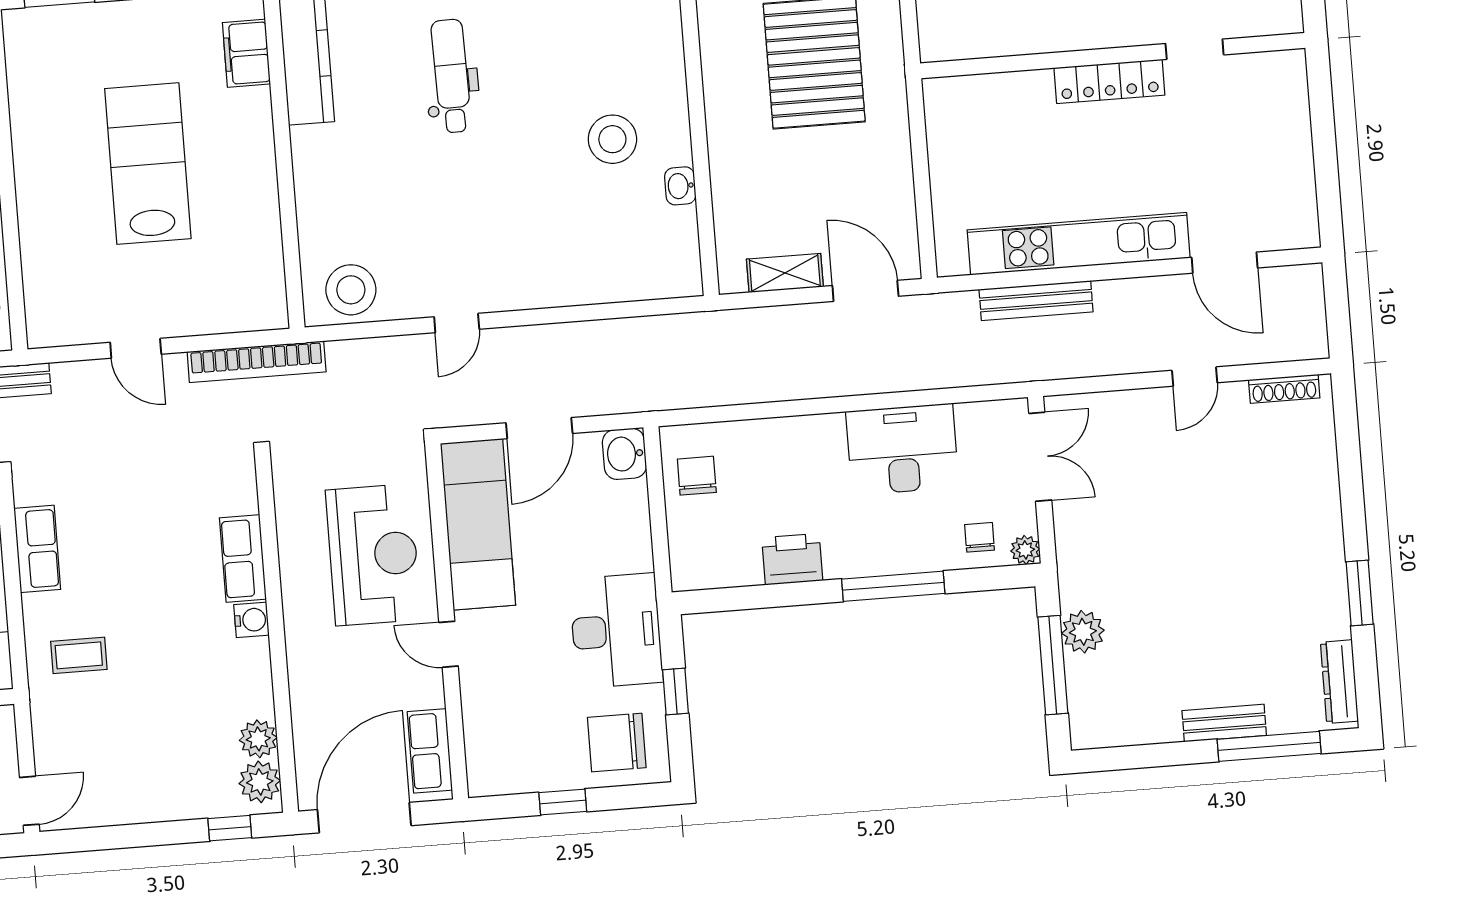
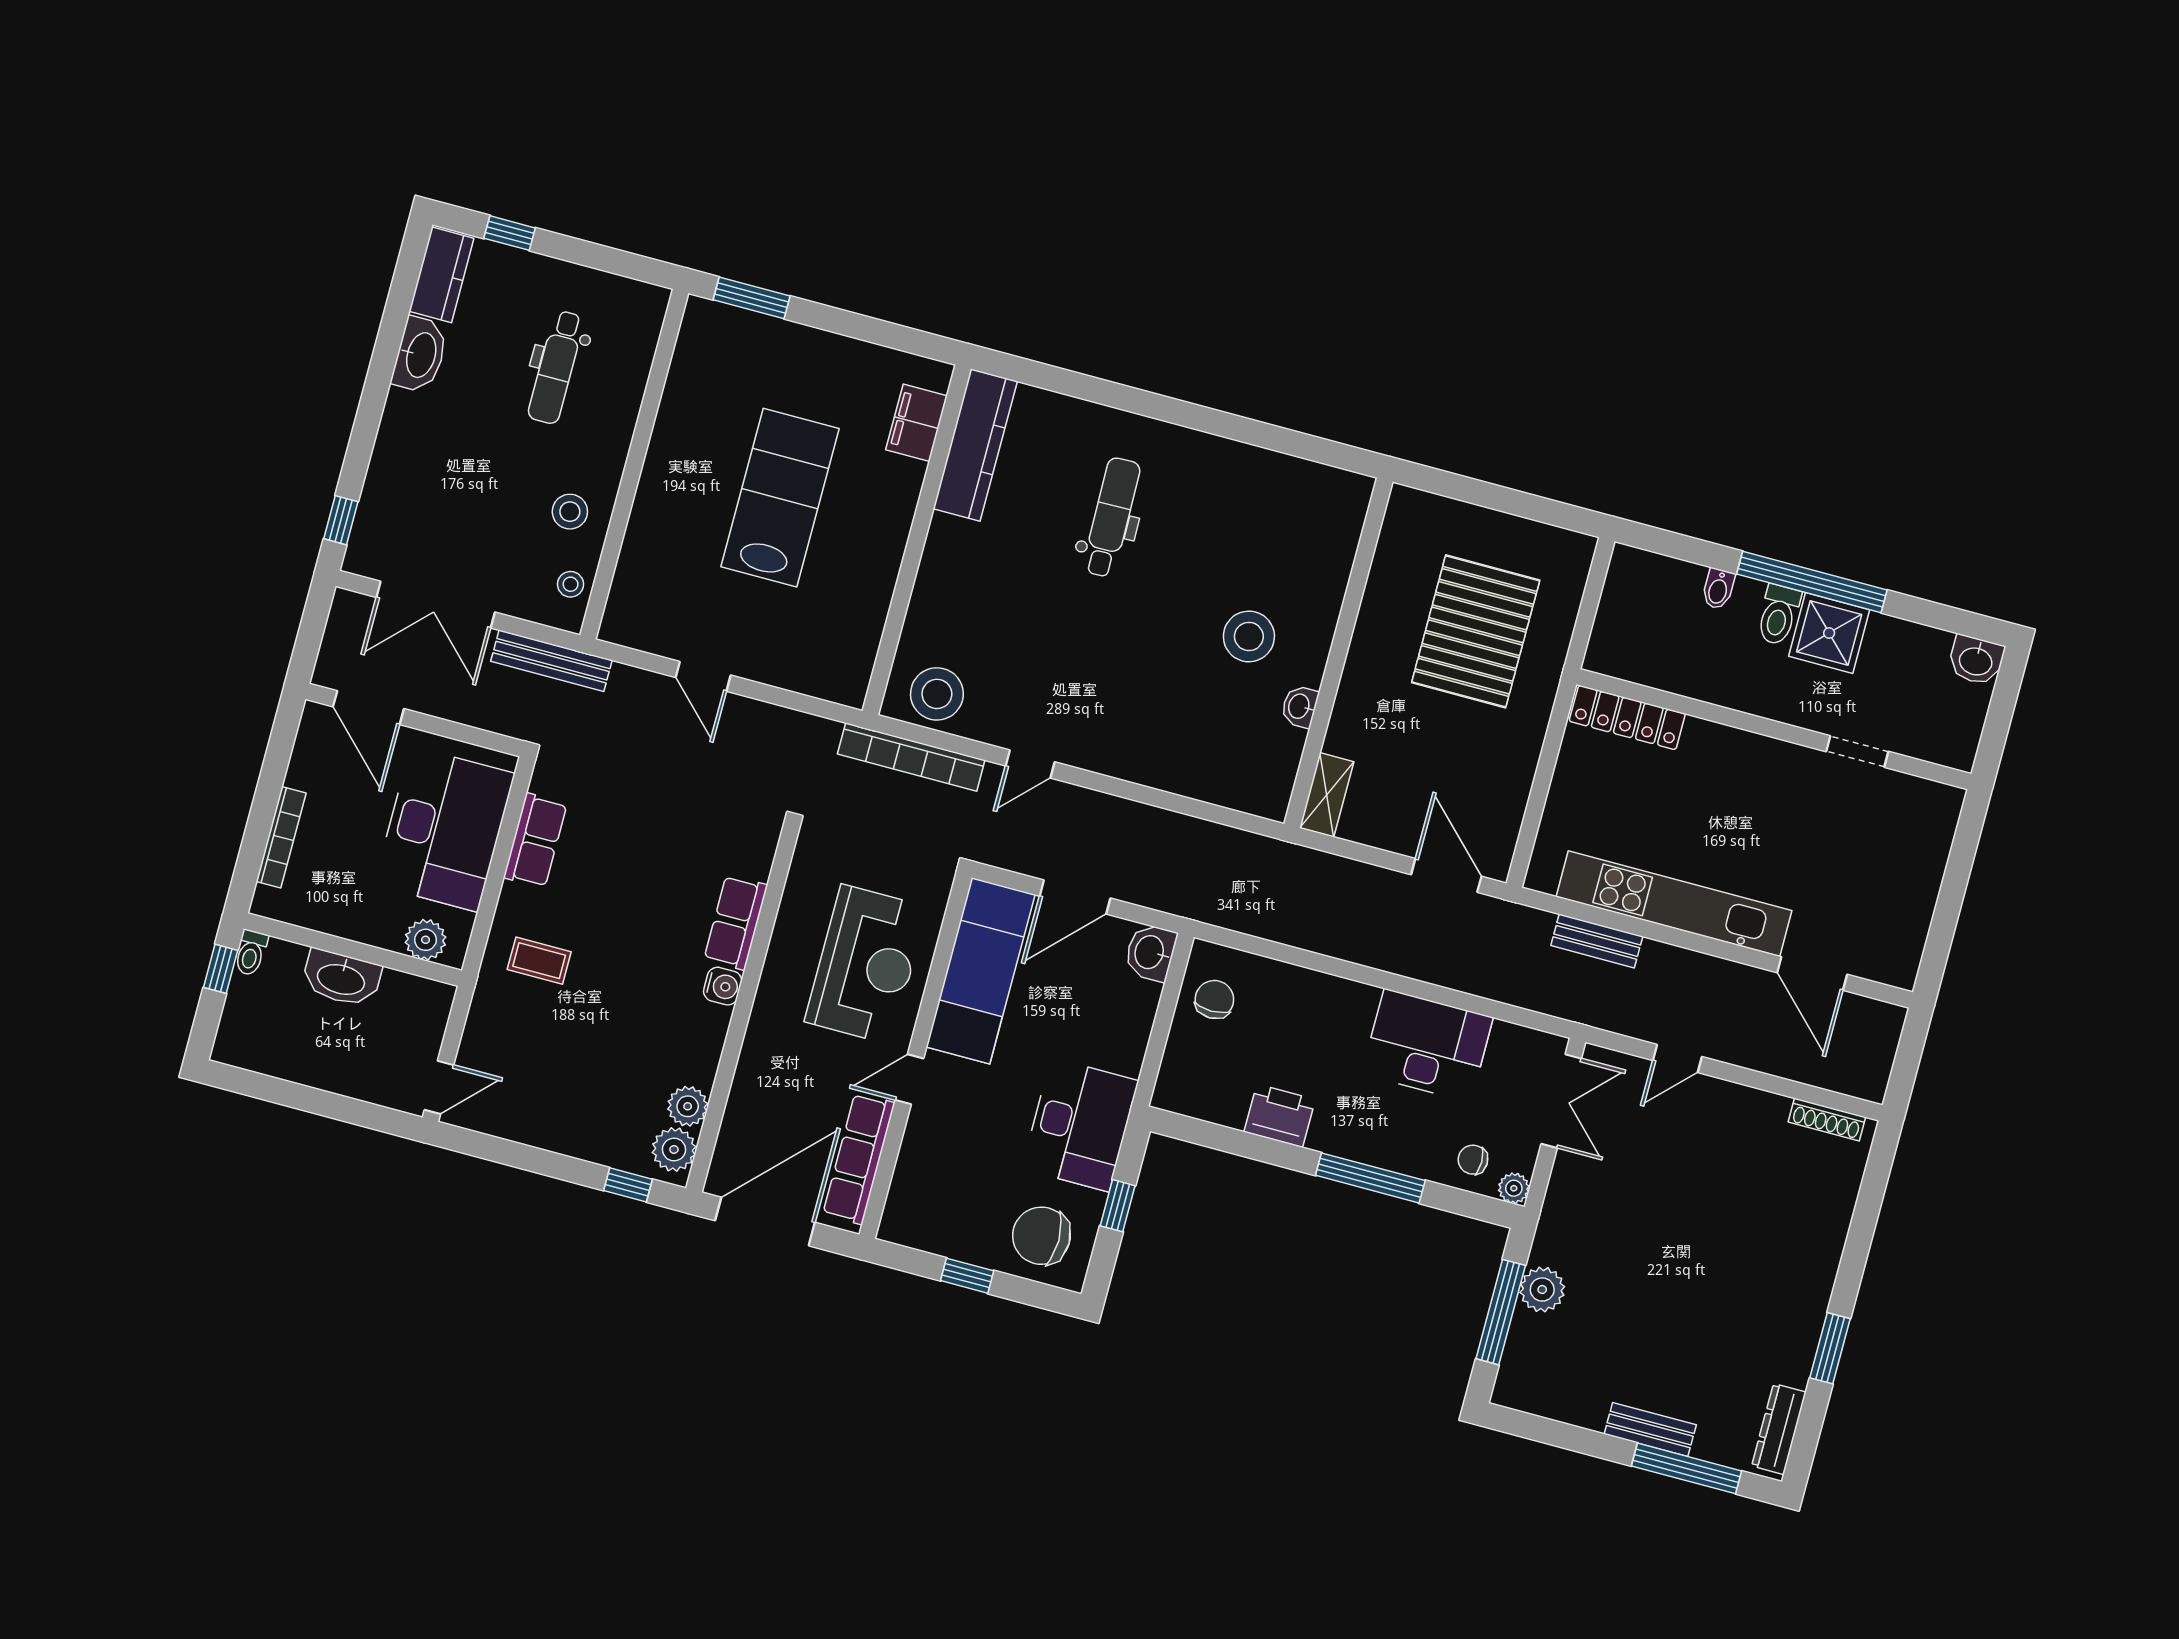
locker: (1109, 81) -> (1627, 718), moved
shelving: (785, 273) -> (1327, 795), moved, turned 90
bench: (1036, 301) -> (1597, 941), width x0.73
bookcase: (257, 362) -> (911, 757), moved
door: (1195, 377) -> (1677, 1058), moved
chair: (980, 537) -> (1473, 1160), turned -90
door: (449, 644) -> (909, 1079), hinge flipped
row of seats: (430, 751) -> (859, 1159), width x1.48

